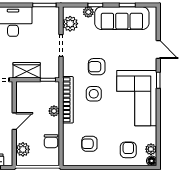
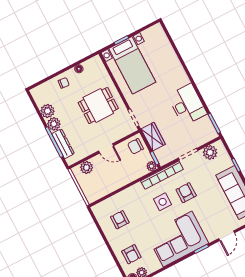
plant: (88, 12) -> (227, 162), removed
bookcase: (68, 100) -> (162, 175), moved
plant: (54, 111) -> (151, 166), moved
chair: (51, 141) -> (135, 146), moved
armchair: (128, 150) -> (131, 254), turned 90

